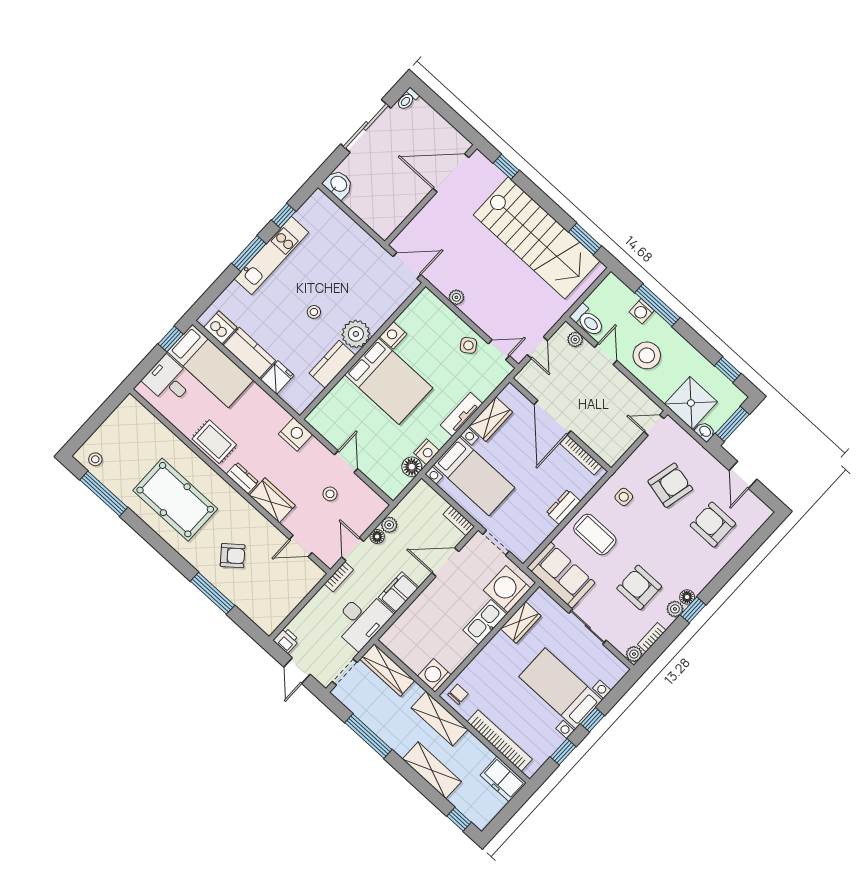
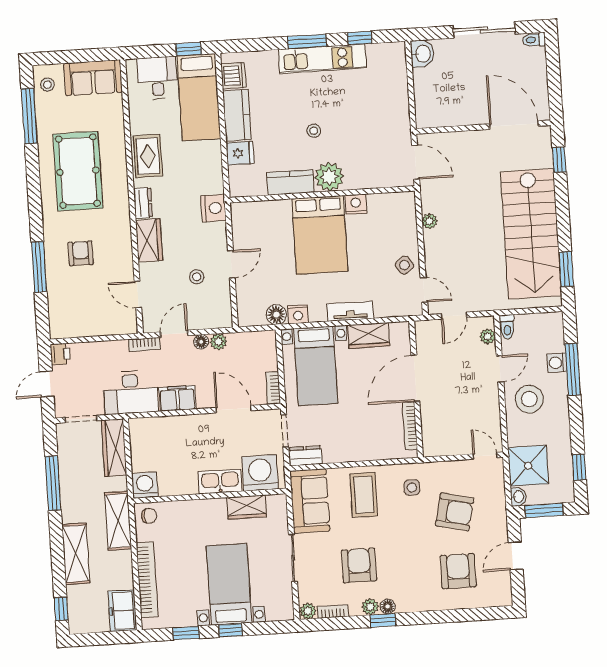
toilet: (588, 321) -> (507, 327), width x0.73, depth x0.72
sofa: (123, 424) -> (93, 78), added
dresser: (563, 507) -> (305, 456), moved
armchair: (233, 556) -> (81, 253), turned -141

